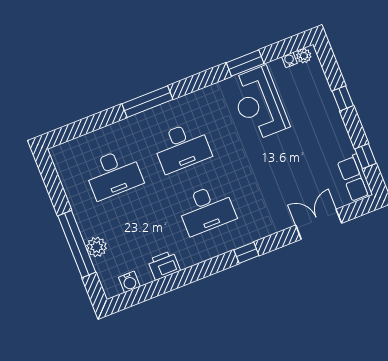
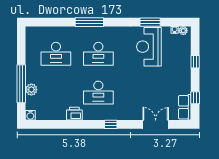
printer: (164, 265) -> (74, 114), moved
water cooler: (129, 282) -> (30, 115), moved

